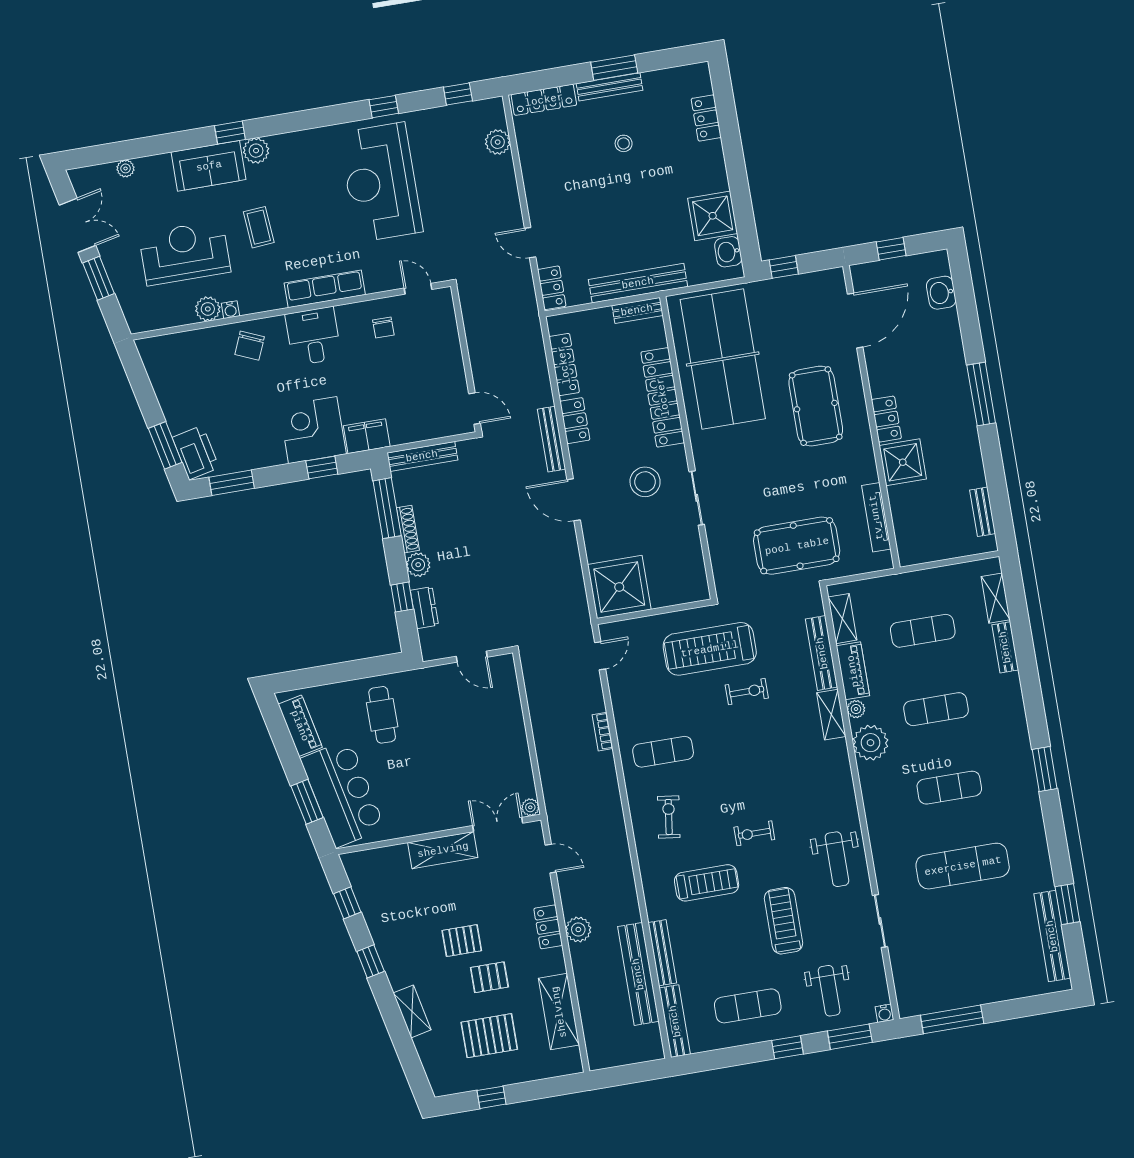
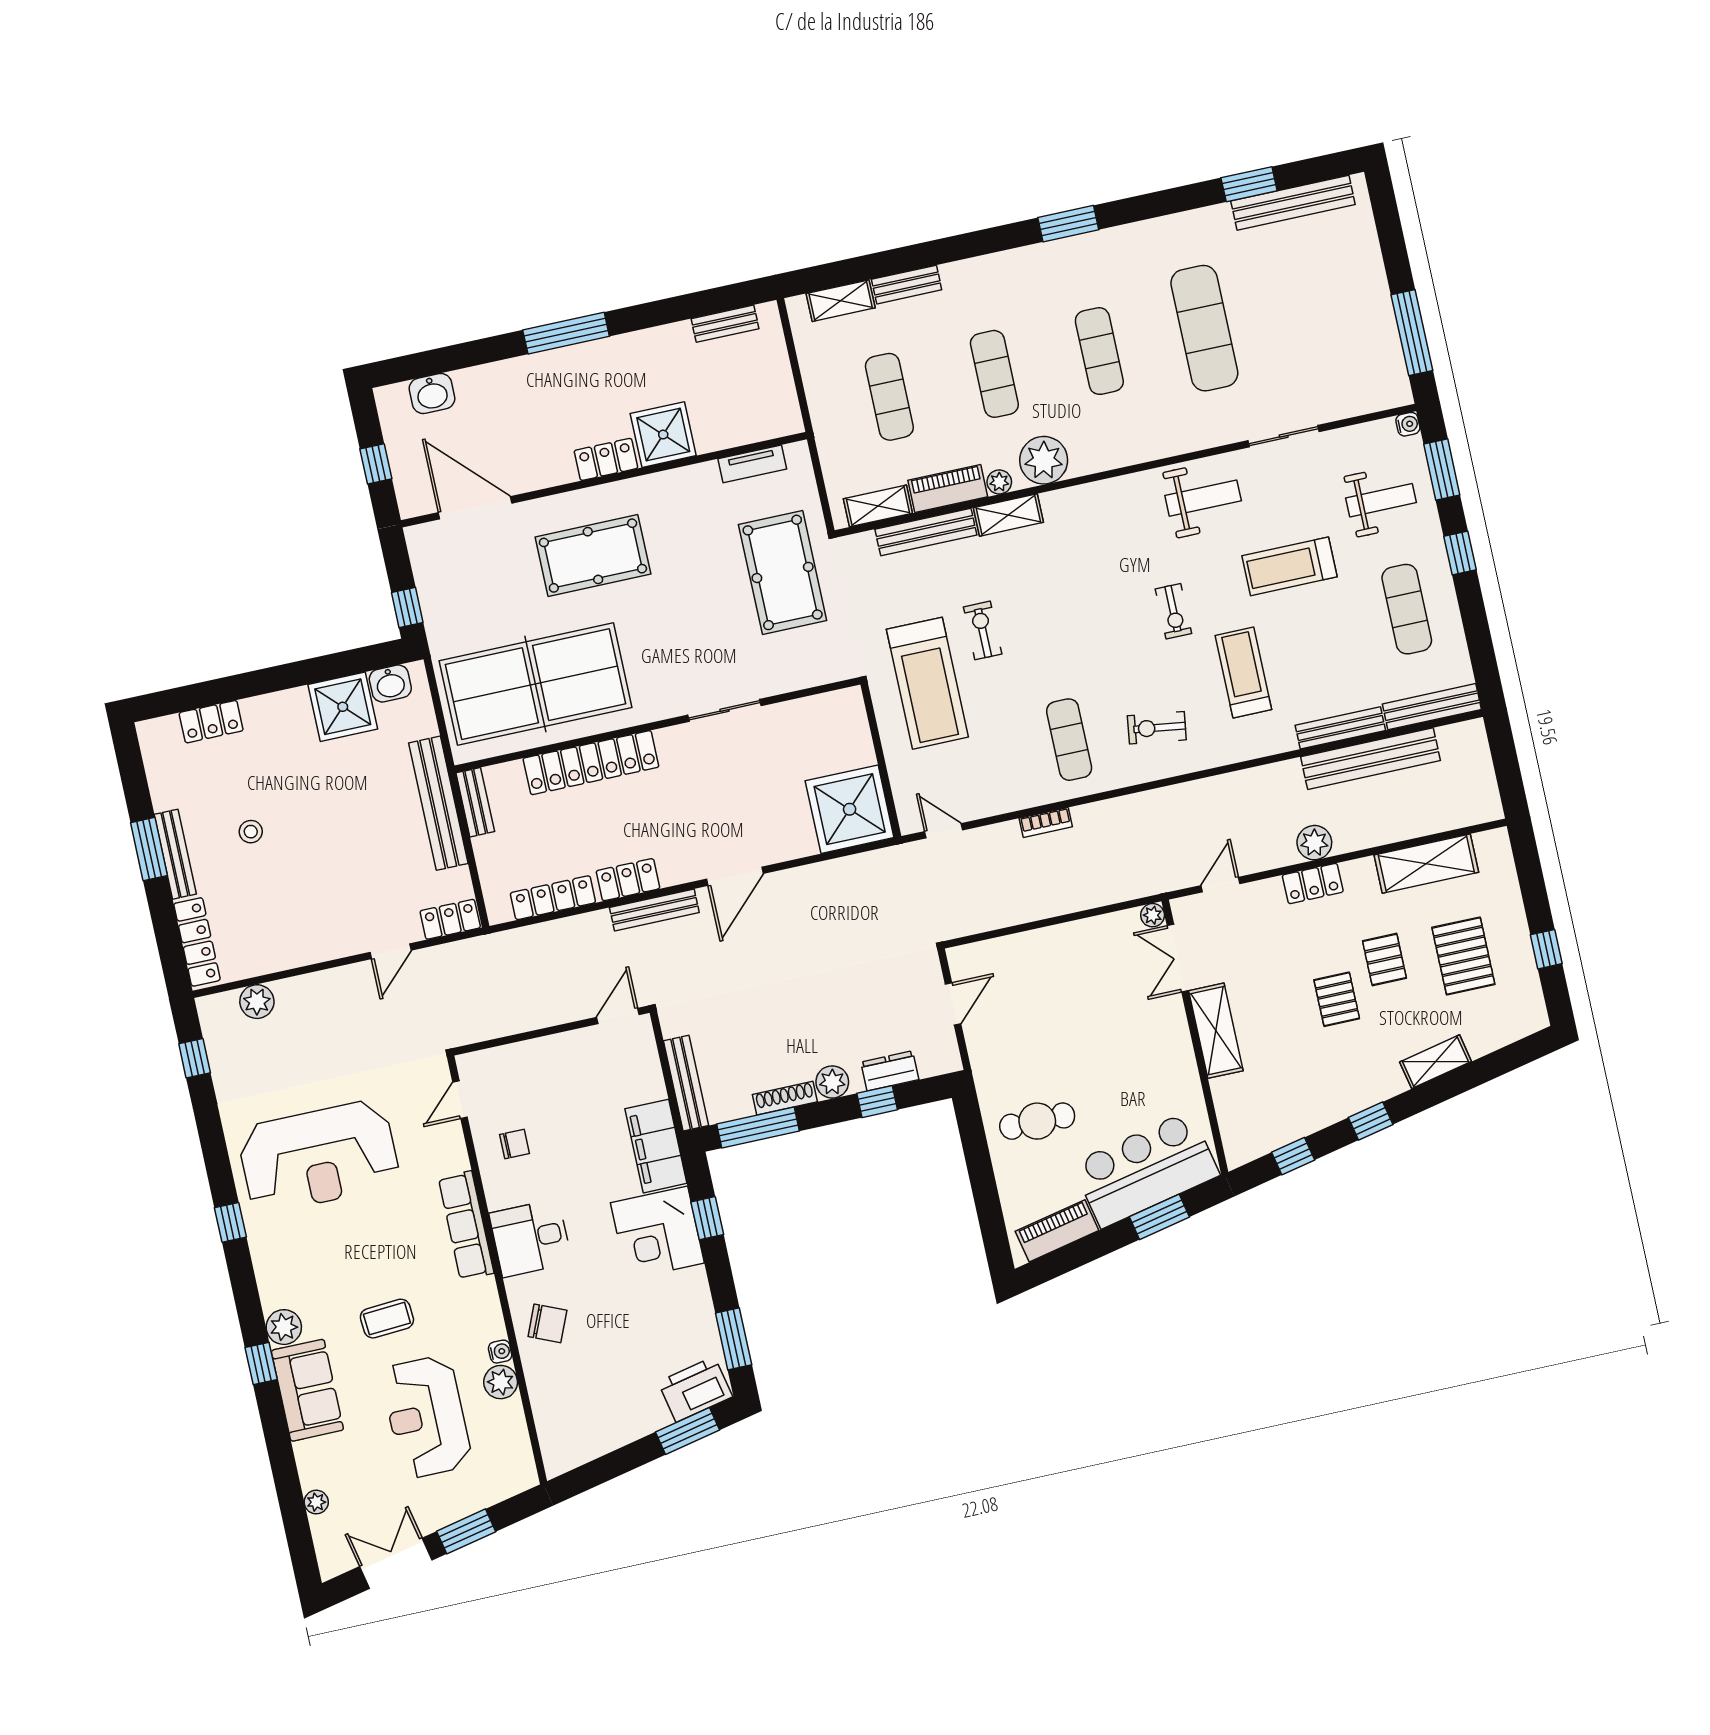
window: (384, 107) -> (230, 1222), moved
filing cabinet: (367, 436) -> (656, 1146), width x1.50, depth x1.17
stool: (645, 482) -> (706, 781), removed
tv unit: (876, 517) -> (752, 464), width x0.71

